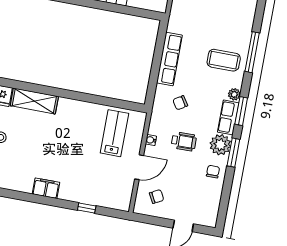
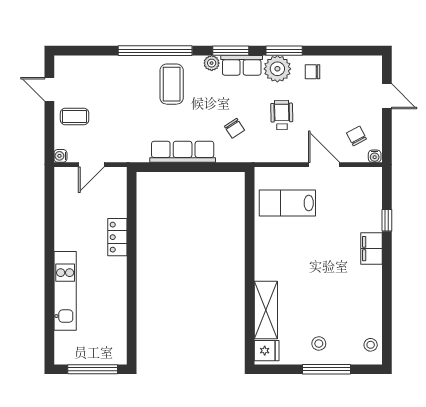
window: (252, 52) -> (155, 51), width x1.46
water cooler: (151, 140) -> (375, 156), moved
filing cabinet: (46, 188) -> (372, 249), moved

